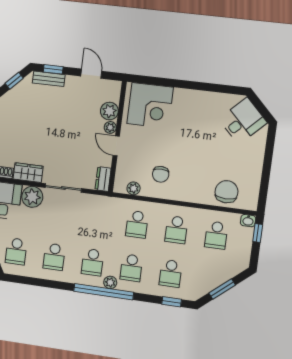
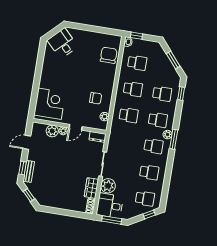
chair: (226, 192) -> (109, 55), turned 90
window: (104, 292) -> (174, 139), width x0.47

